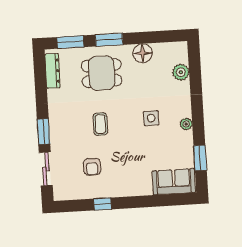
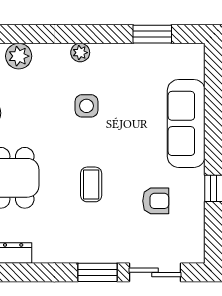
coffee table: (100, 124) -> (91, 184), turned 90
plant: (186, 124) -> (80, 53), moved
sofa: (174, 182) -> (186, 123), moved, width x1.36

